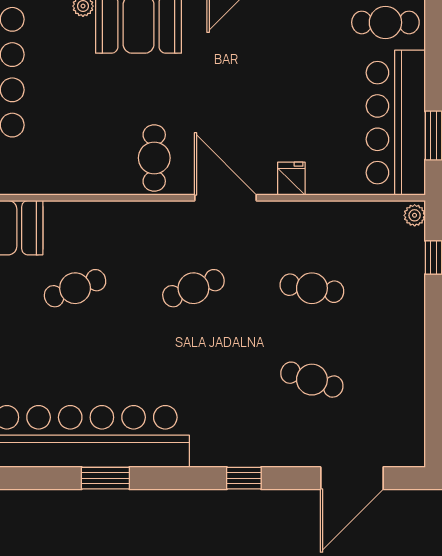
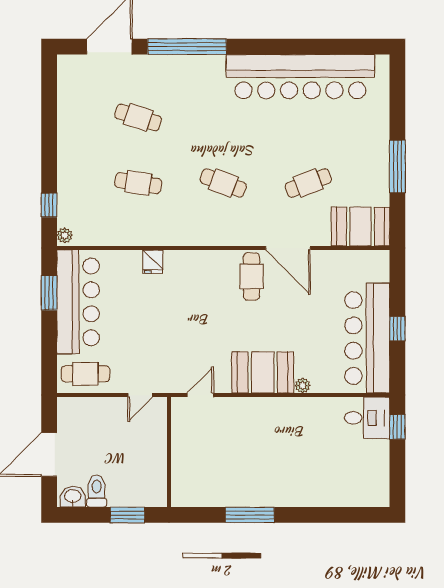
door: (225, 198) -> (288, 248), moved
cafe table: (193, 288) -> (223, 183), turned 42
window: (105, 478) -> (286, 47), removed
window: (244, 478) -> (187, 47), width x3.17

